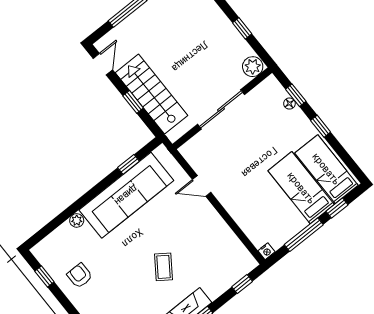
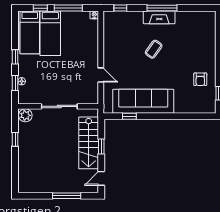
plant: (77, 220) -> (179, 109), removed

